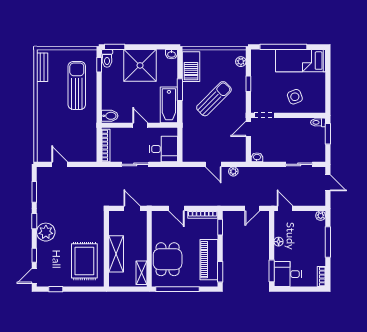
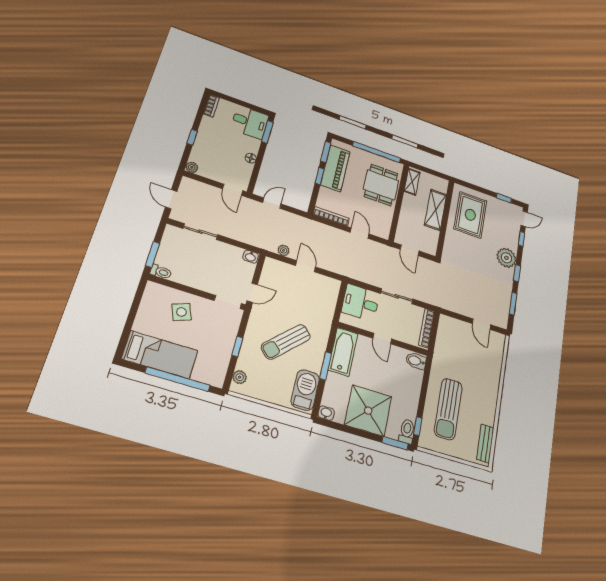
window: (220, 227) -> (320, 176), moved
window: (328, 242) -> (192, 137), width x0.46

